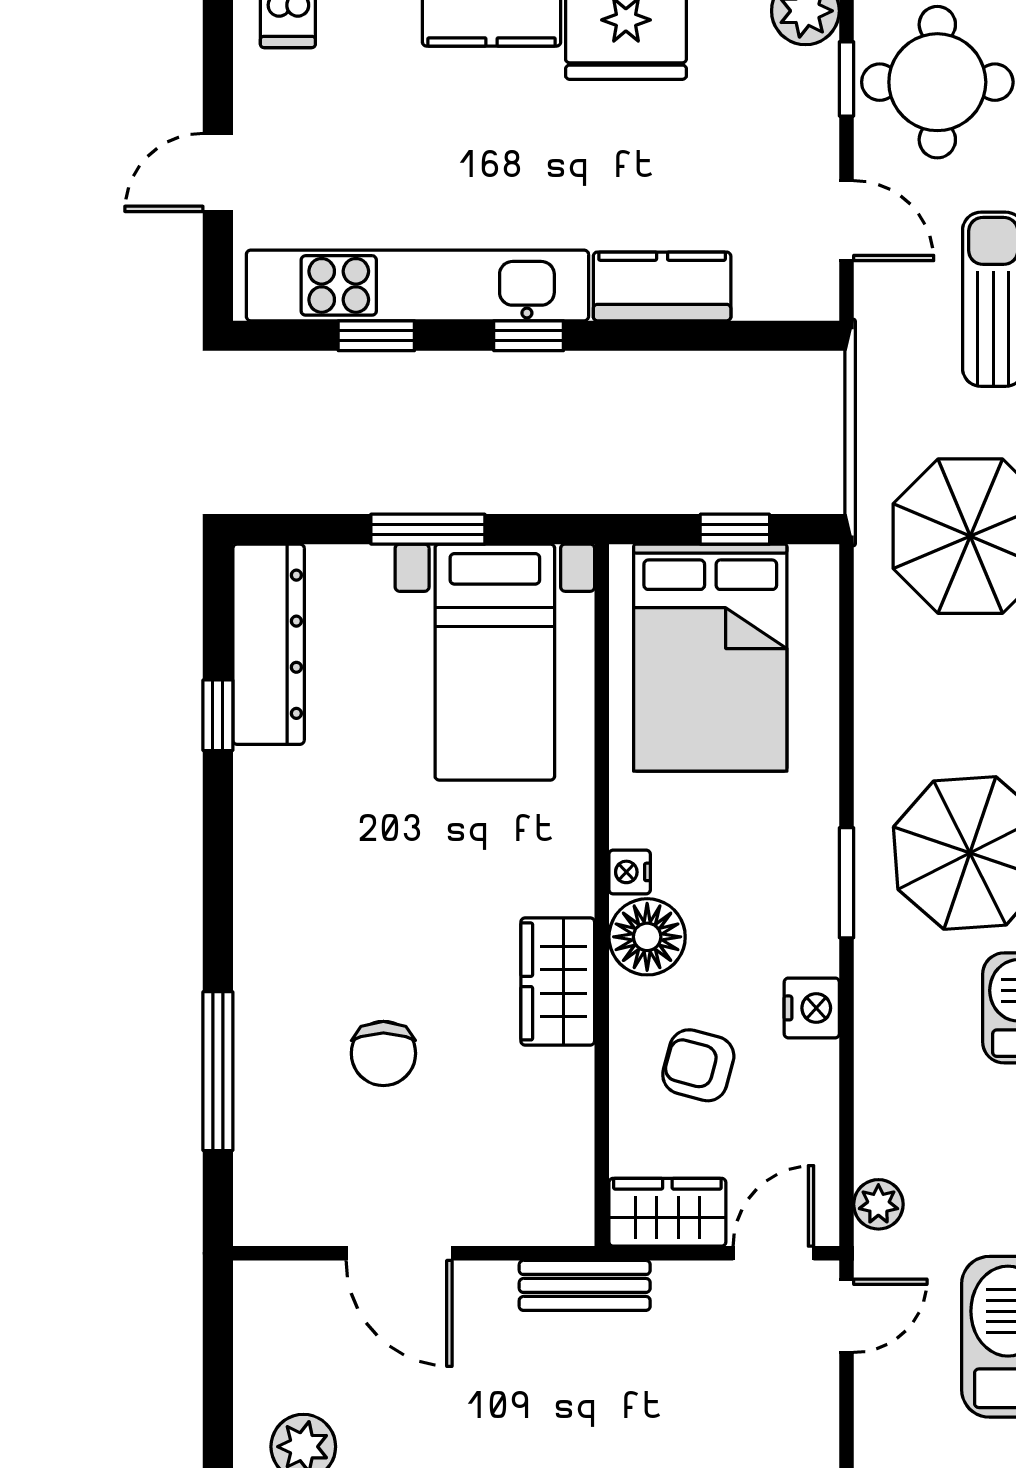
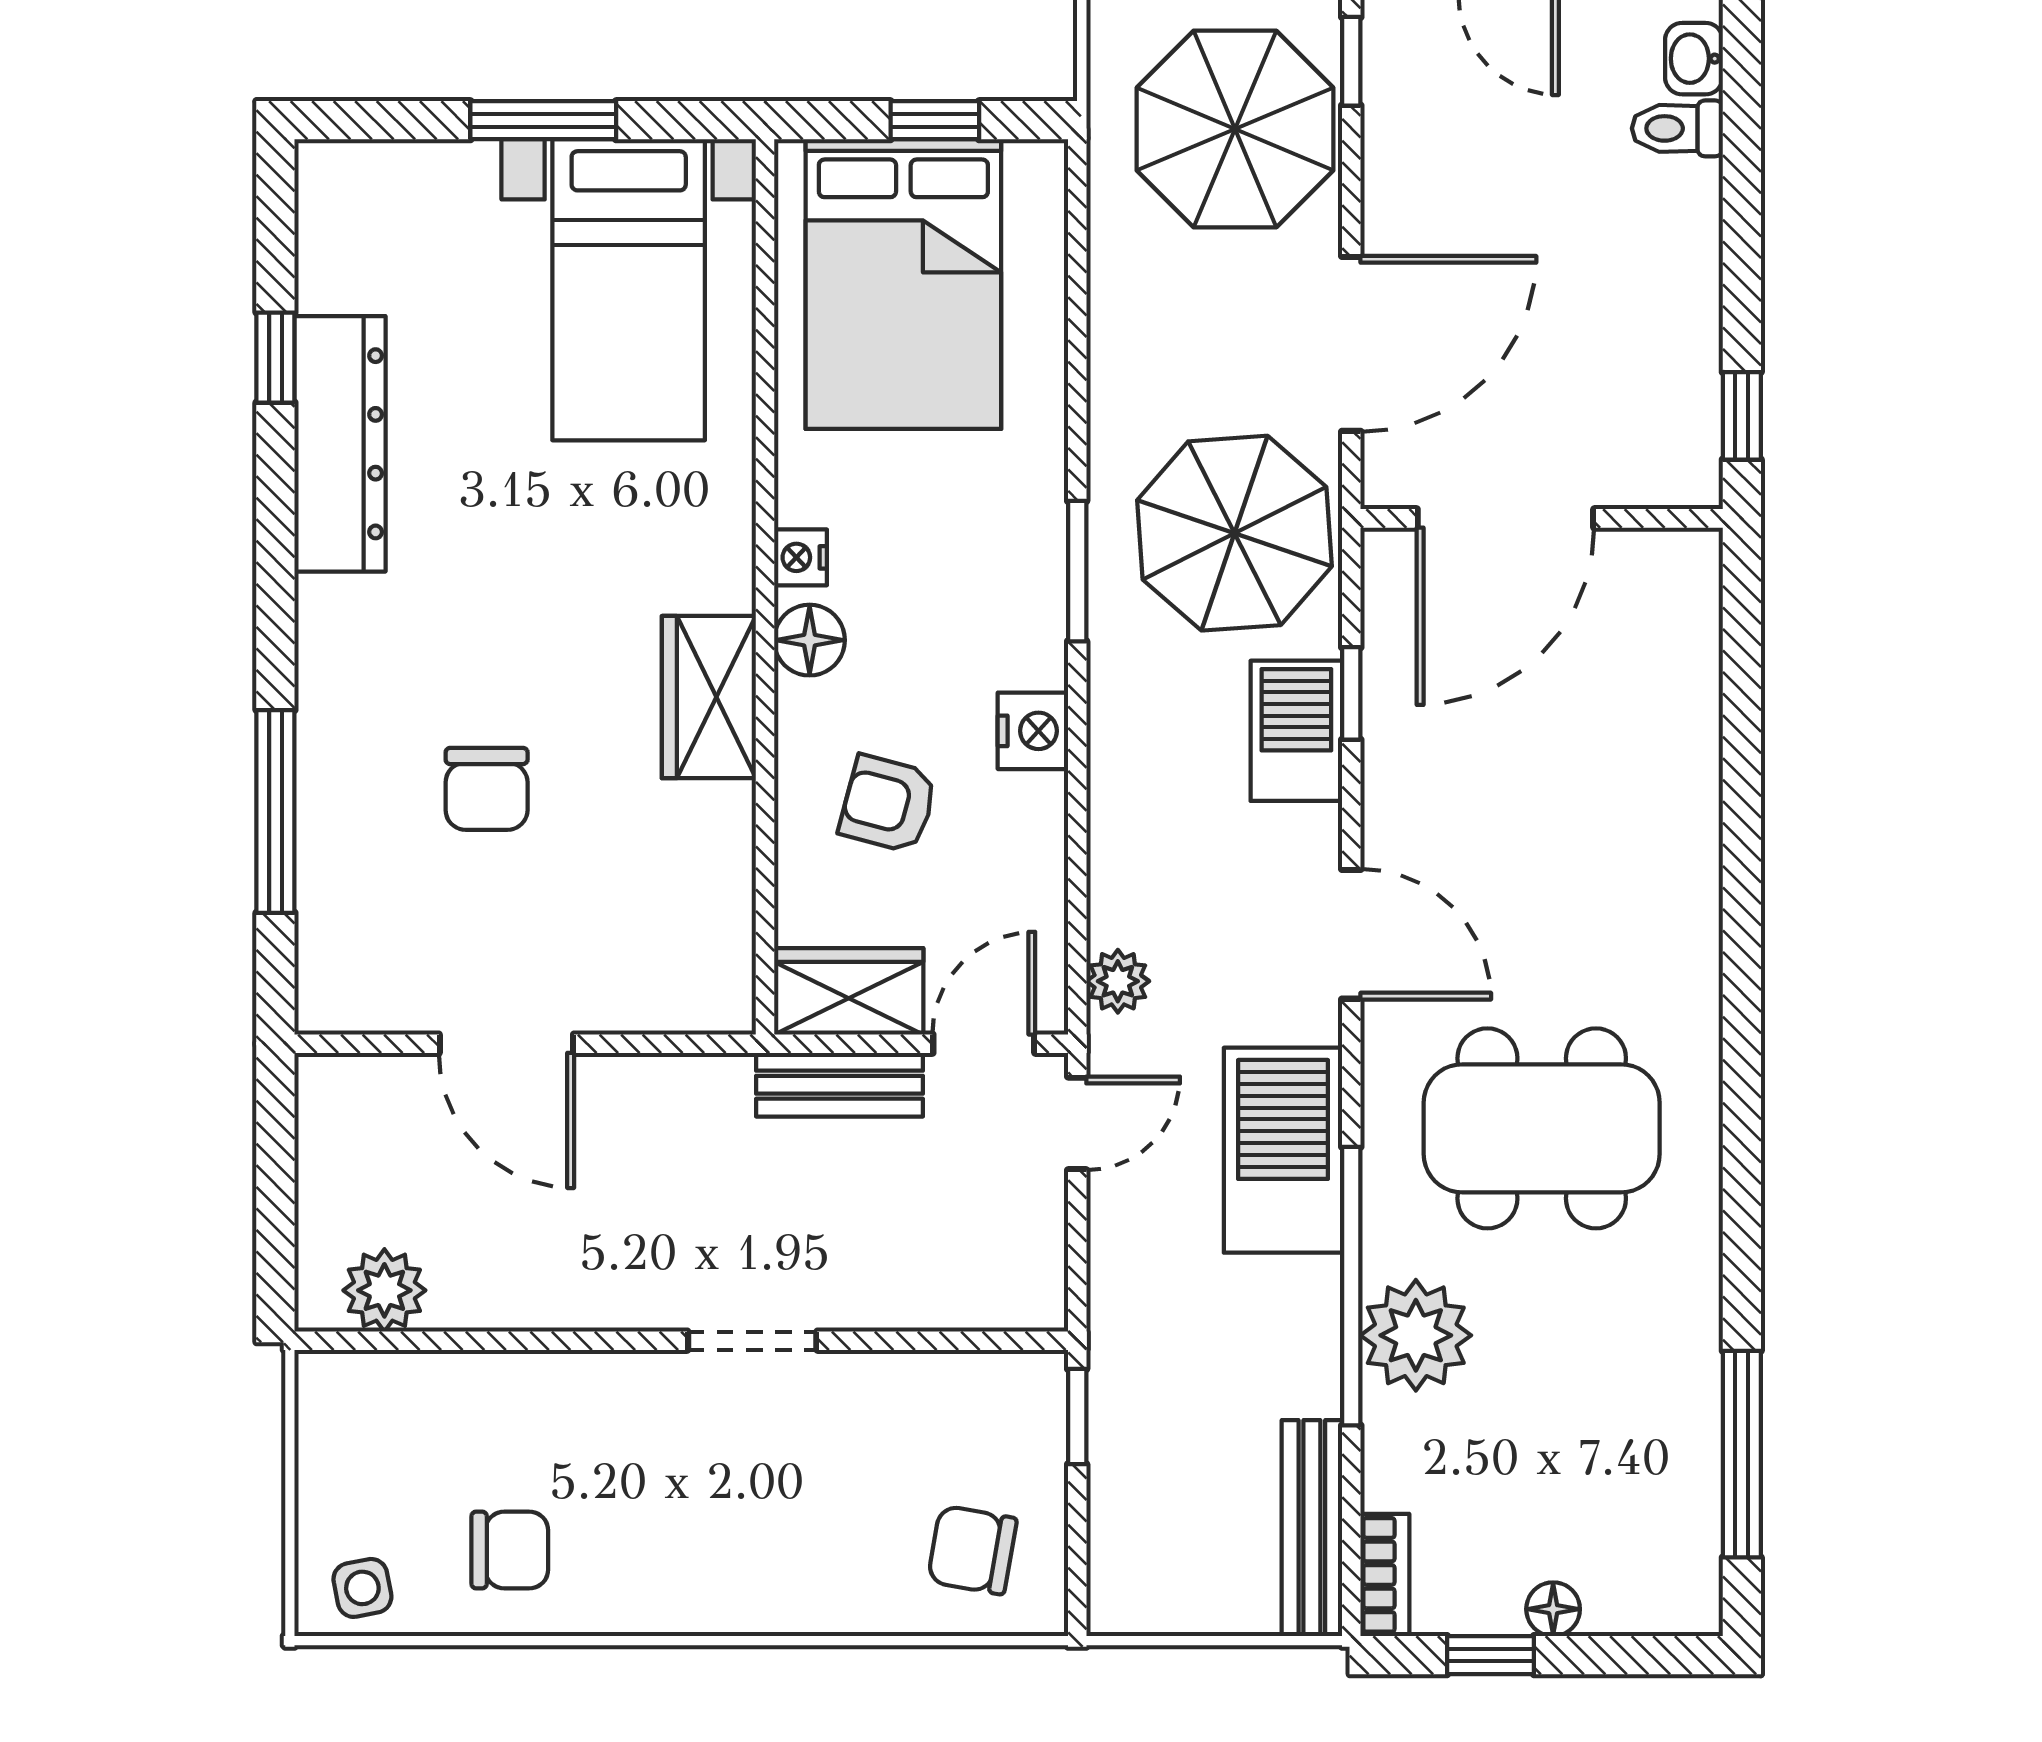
dresser: (269, 644) -> (340, 444), moved
floor lamp: (647, 937) -> (810, 640), width x0.73, depth x0.73
bench: (585, 1285) -> (839, 1085), moved

